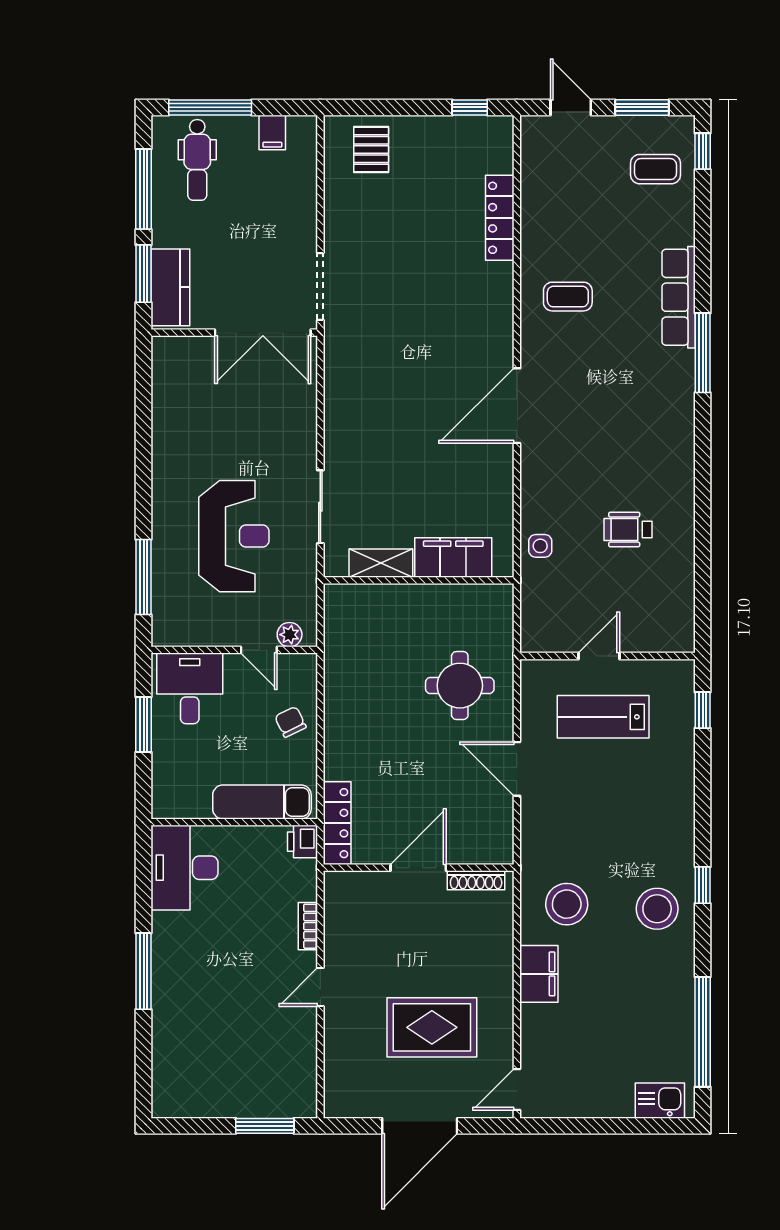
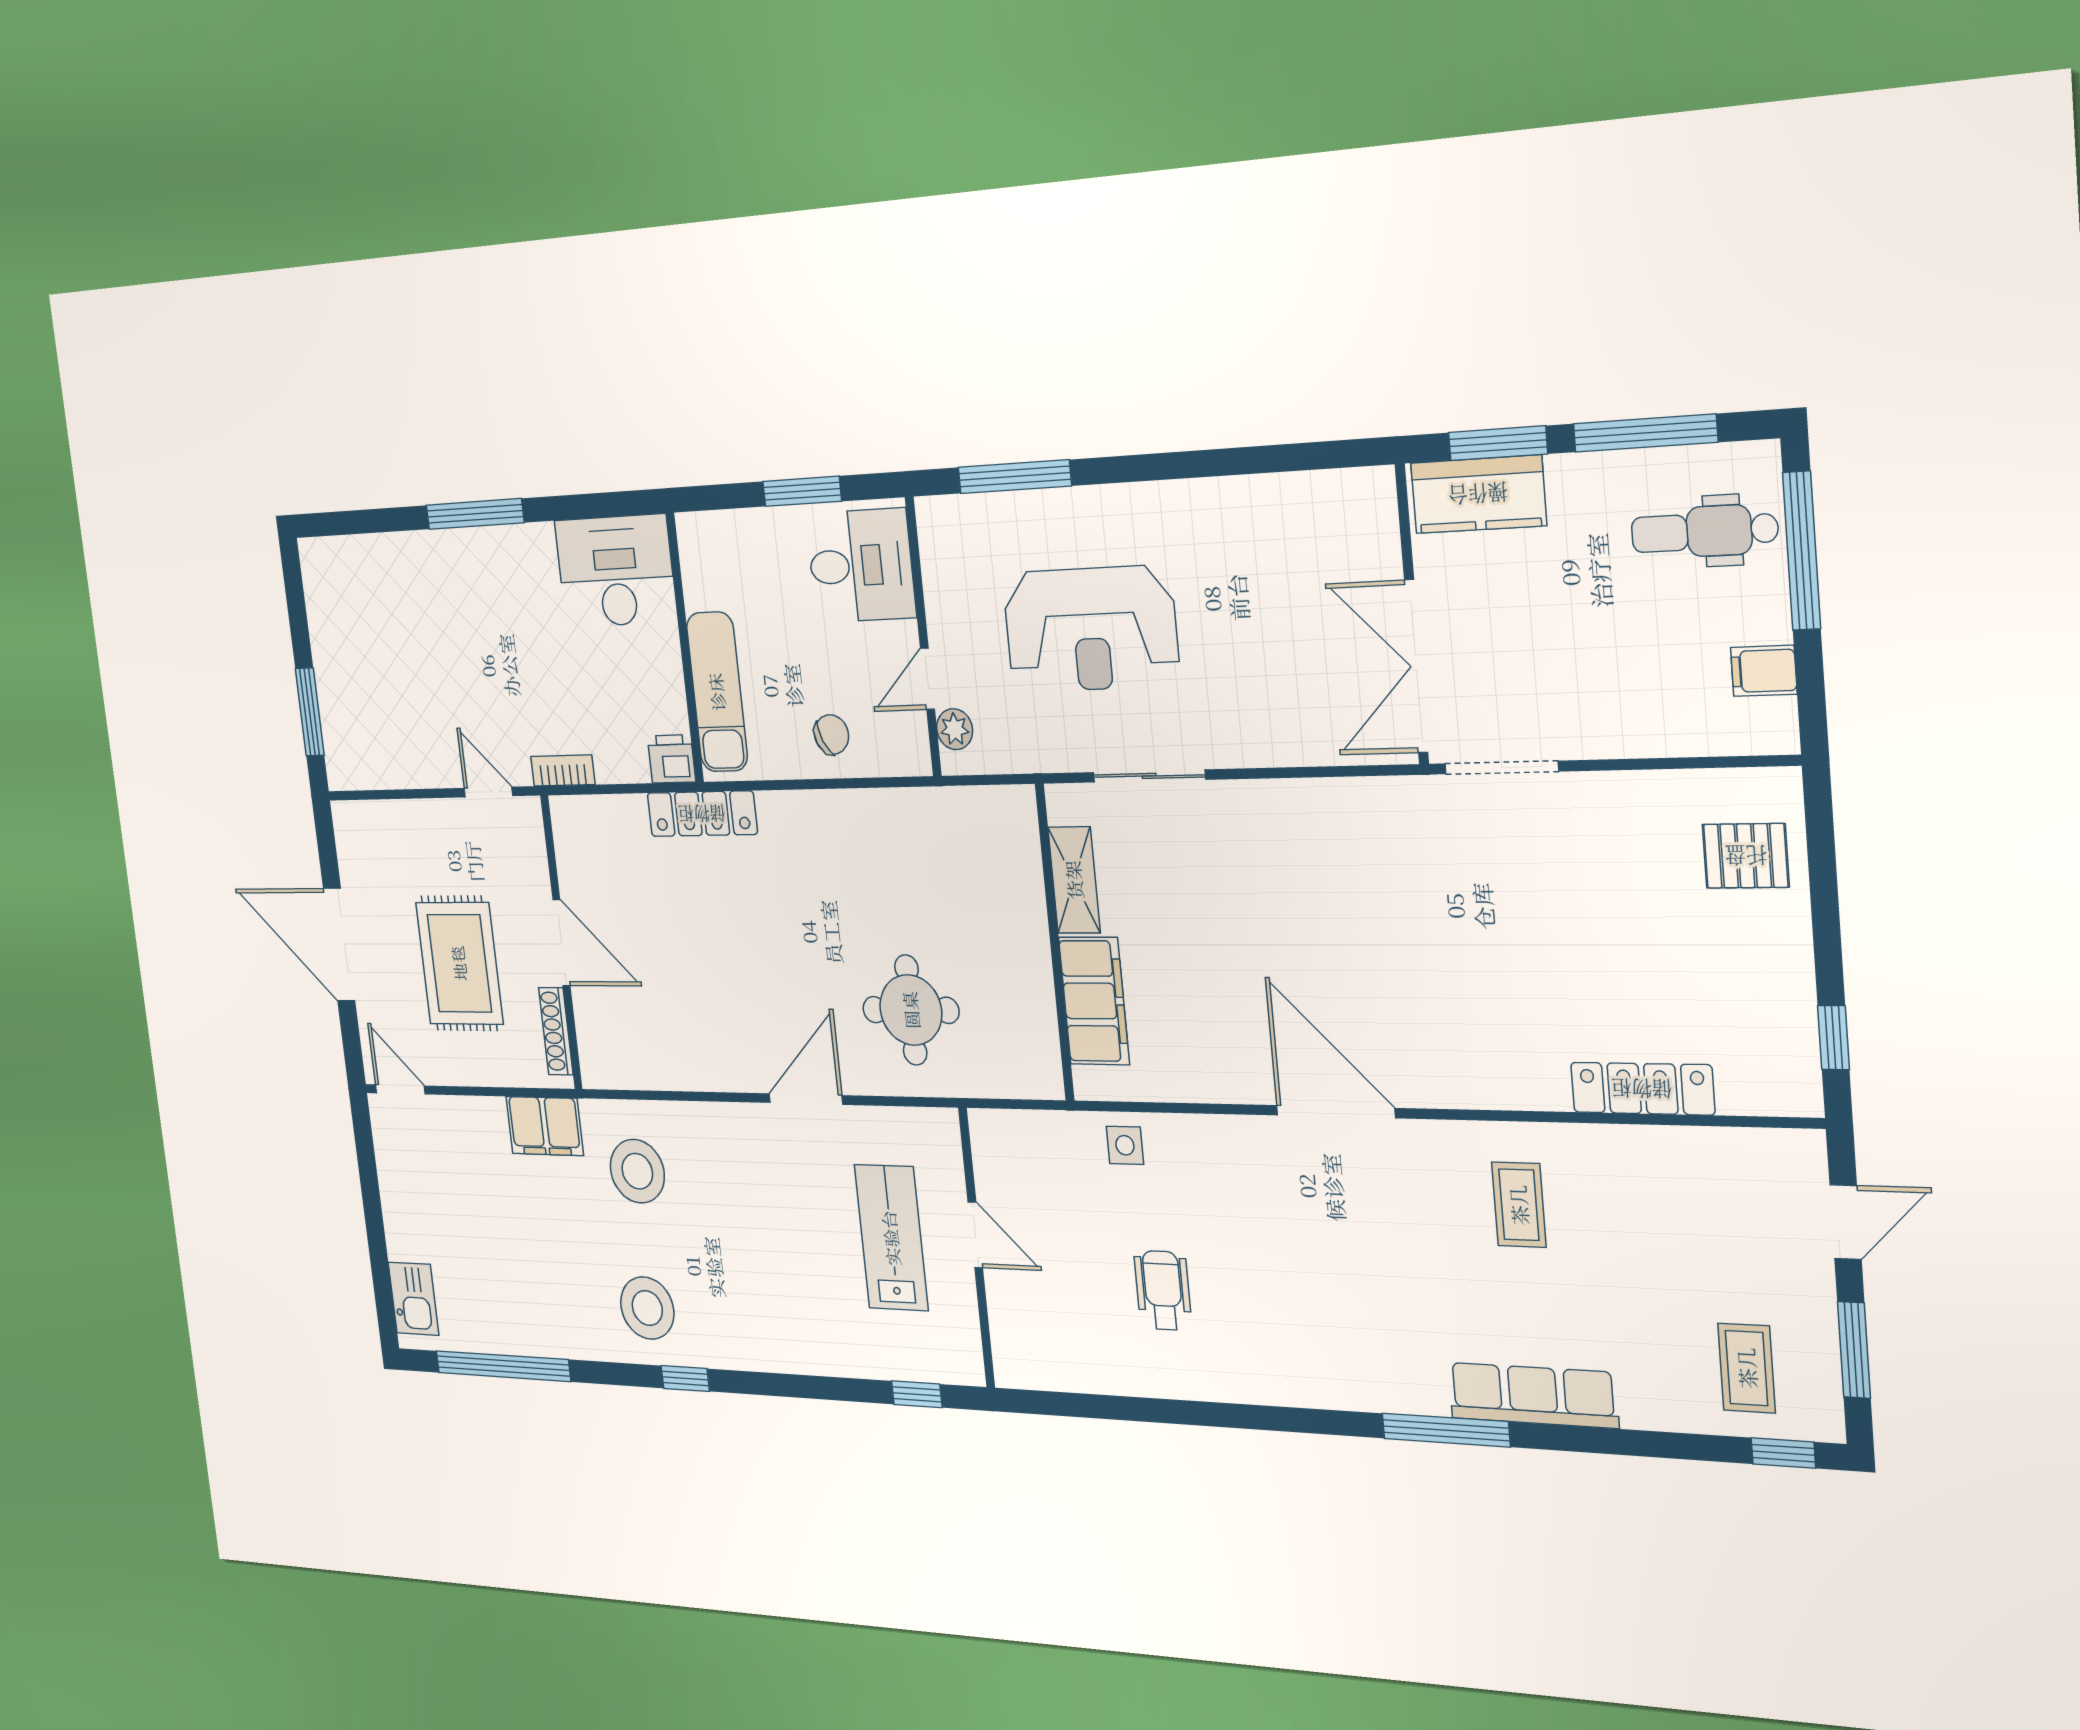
door: (418, 868) -> (561, 943), moved
wall: (419, 868) -> (561, 943), moved
shoe rack: (476, 880) -> (556, 1031), moved

